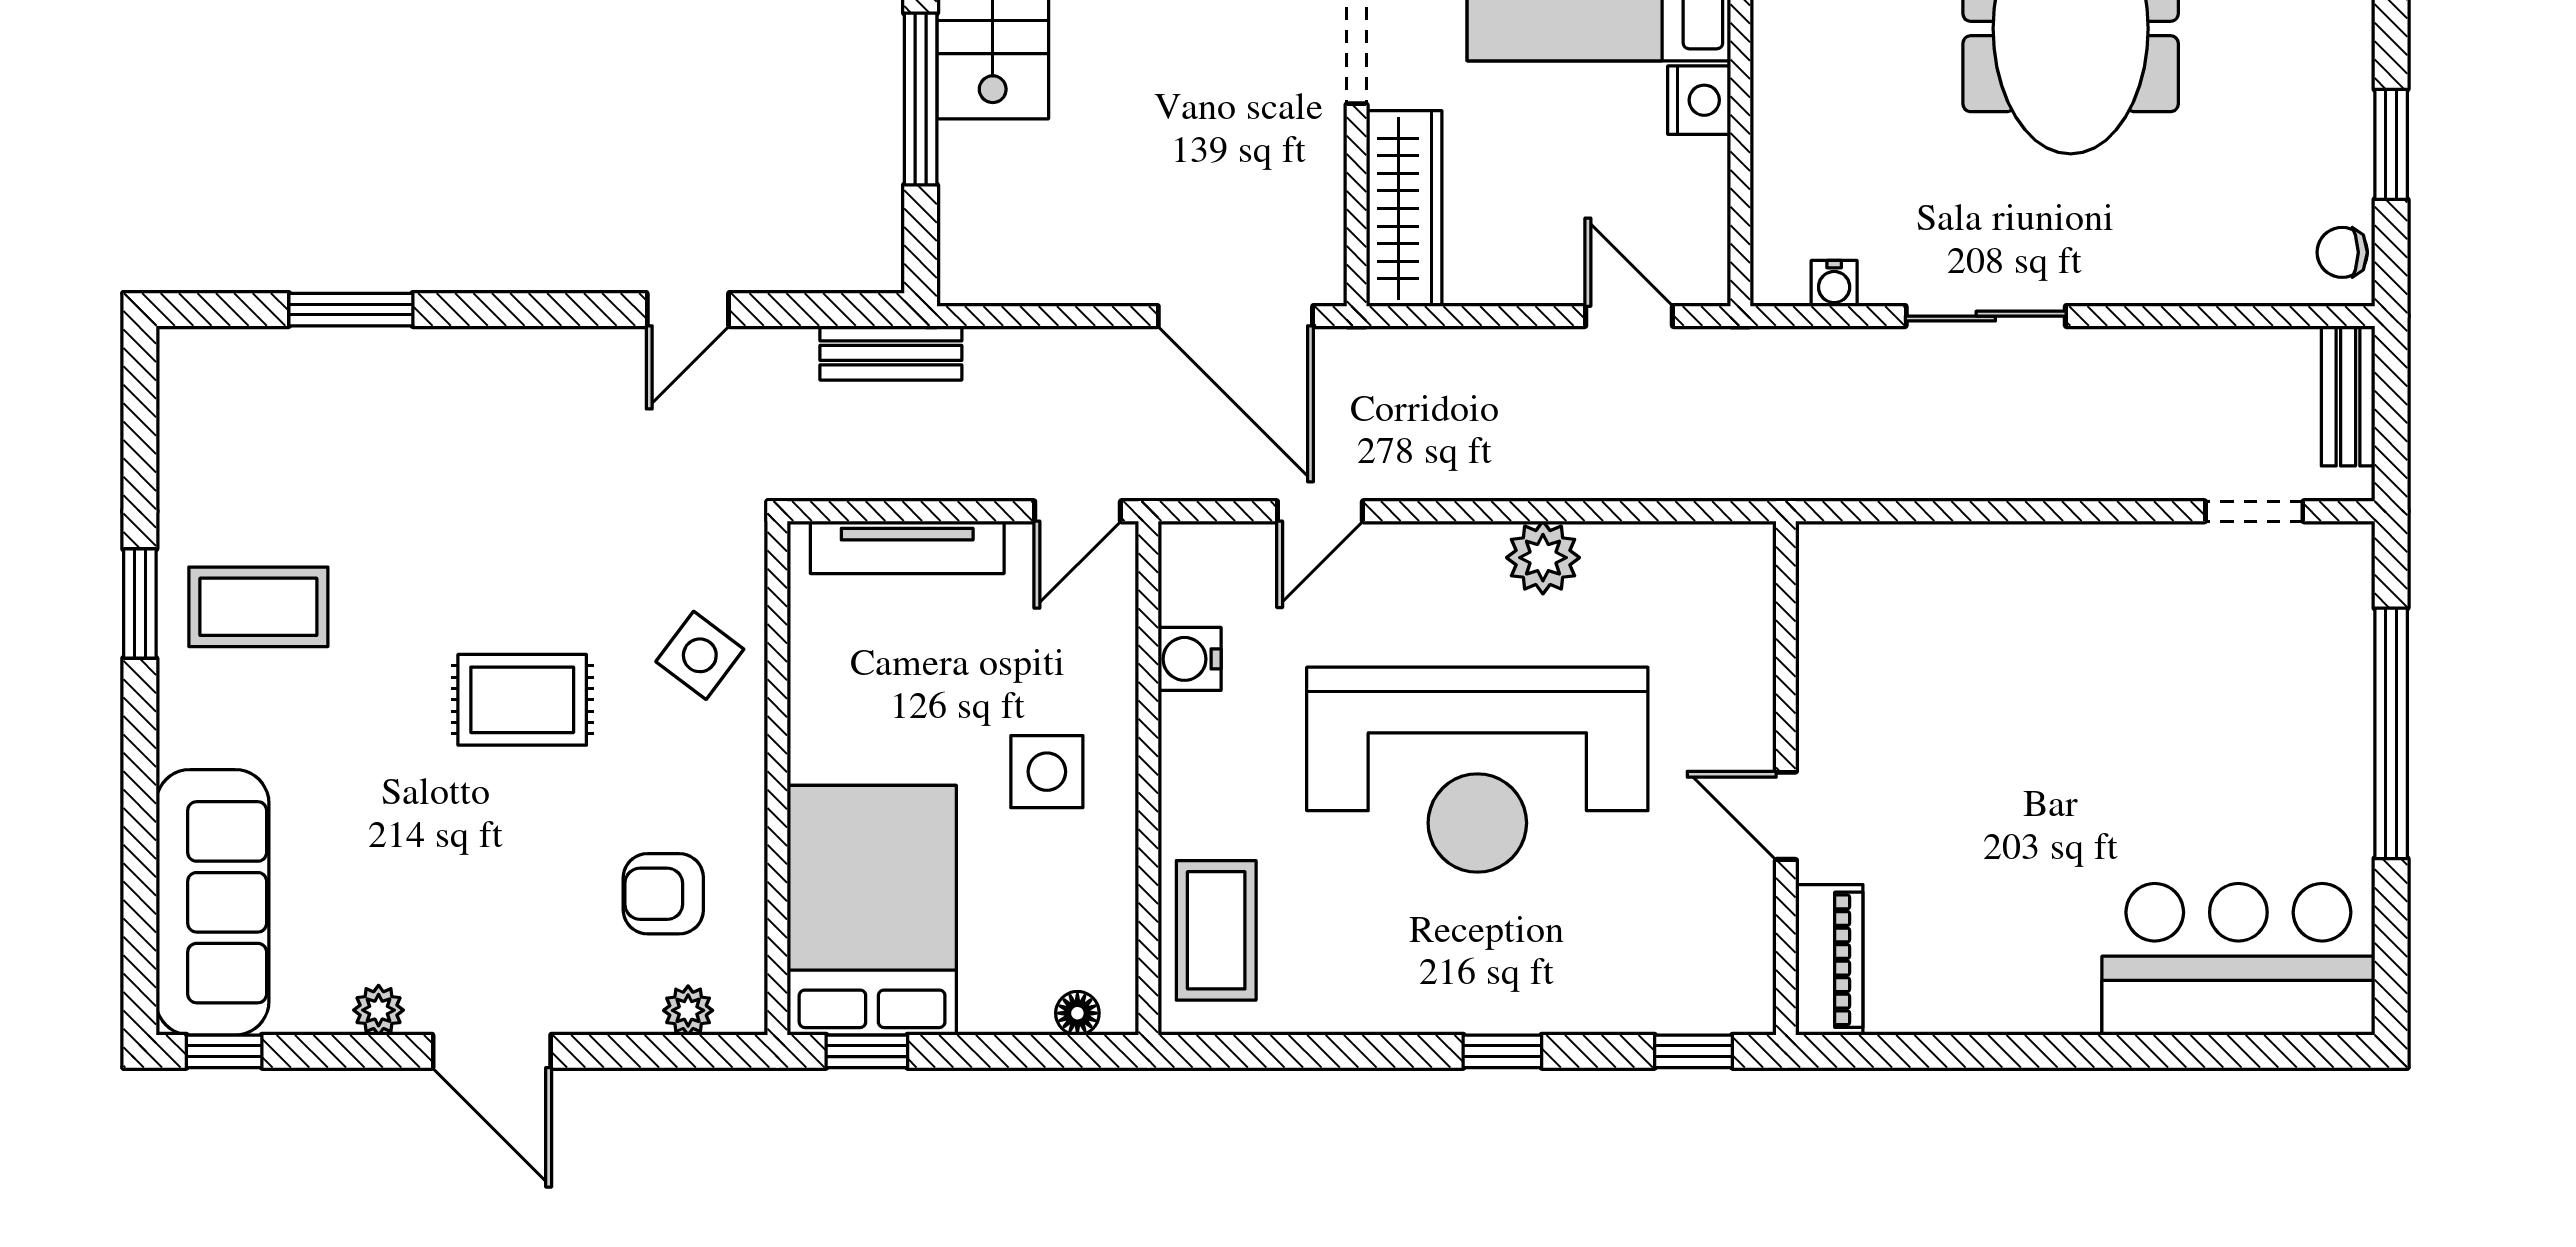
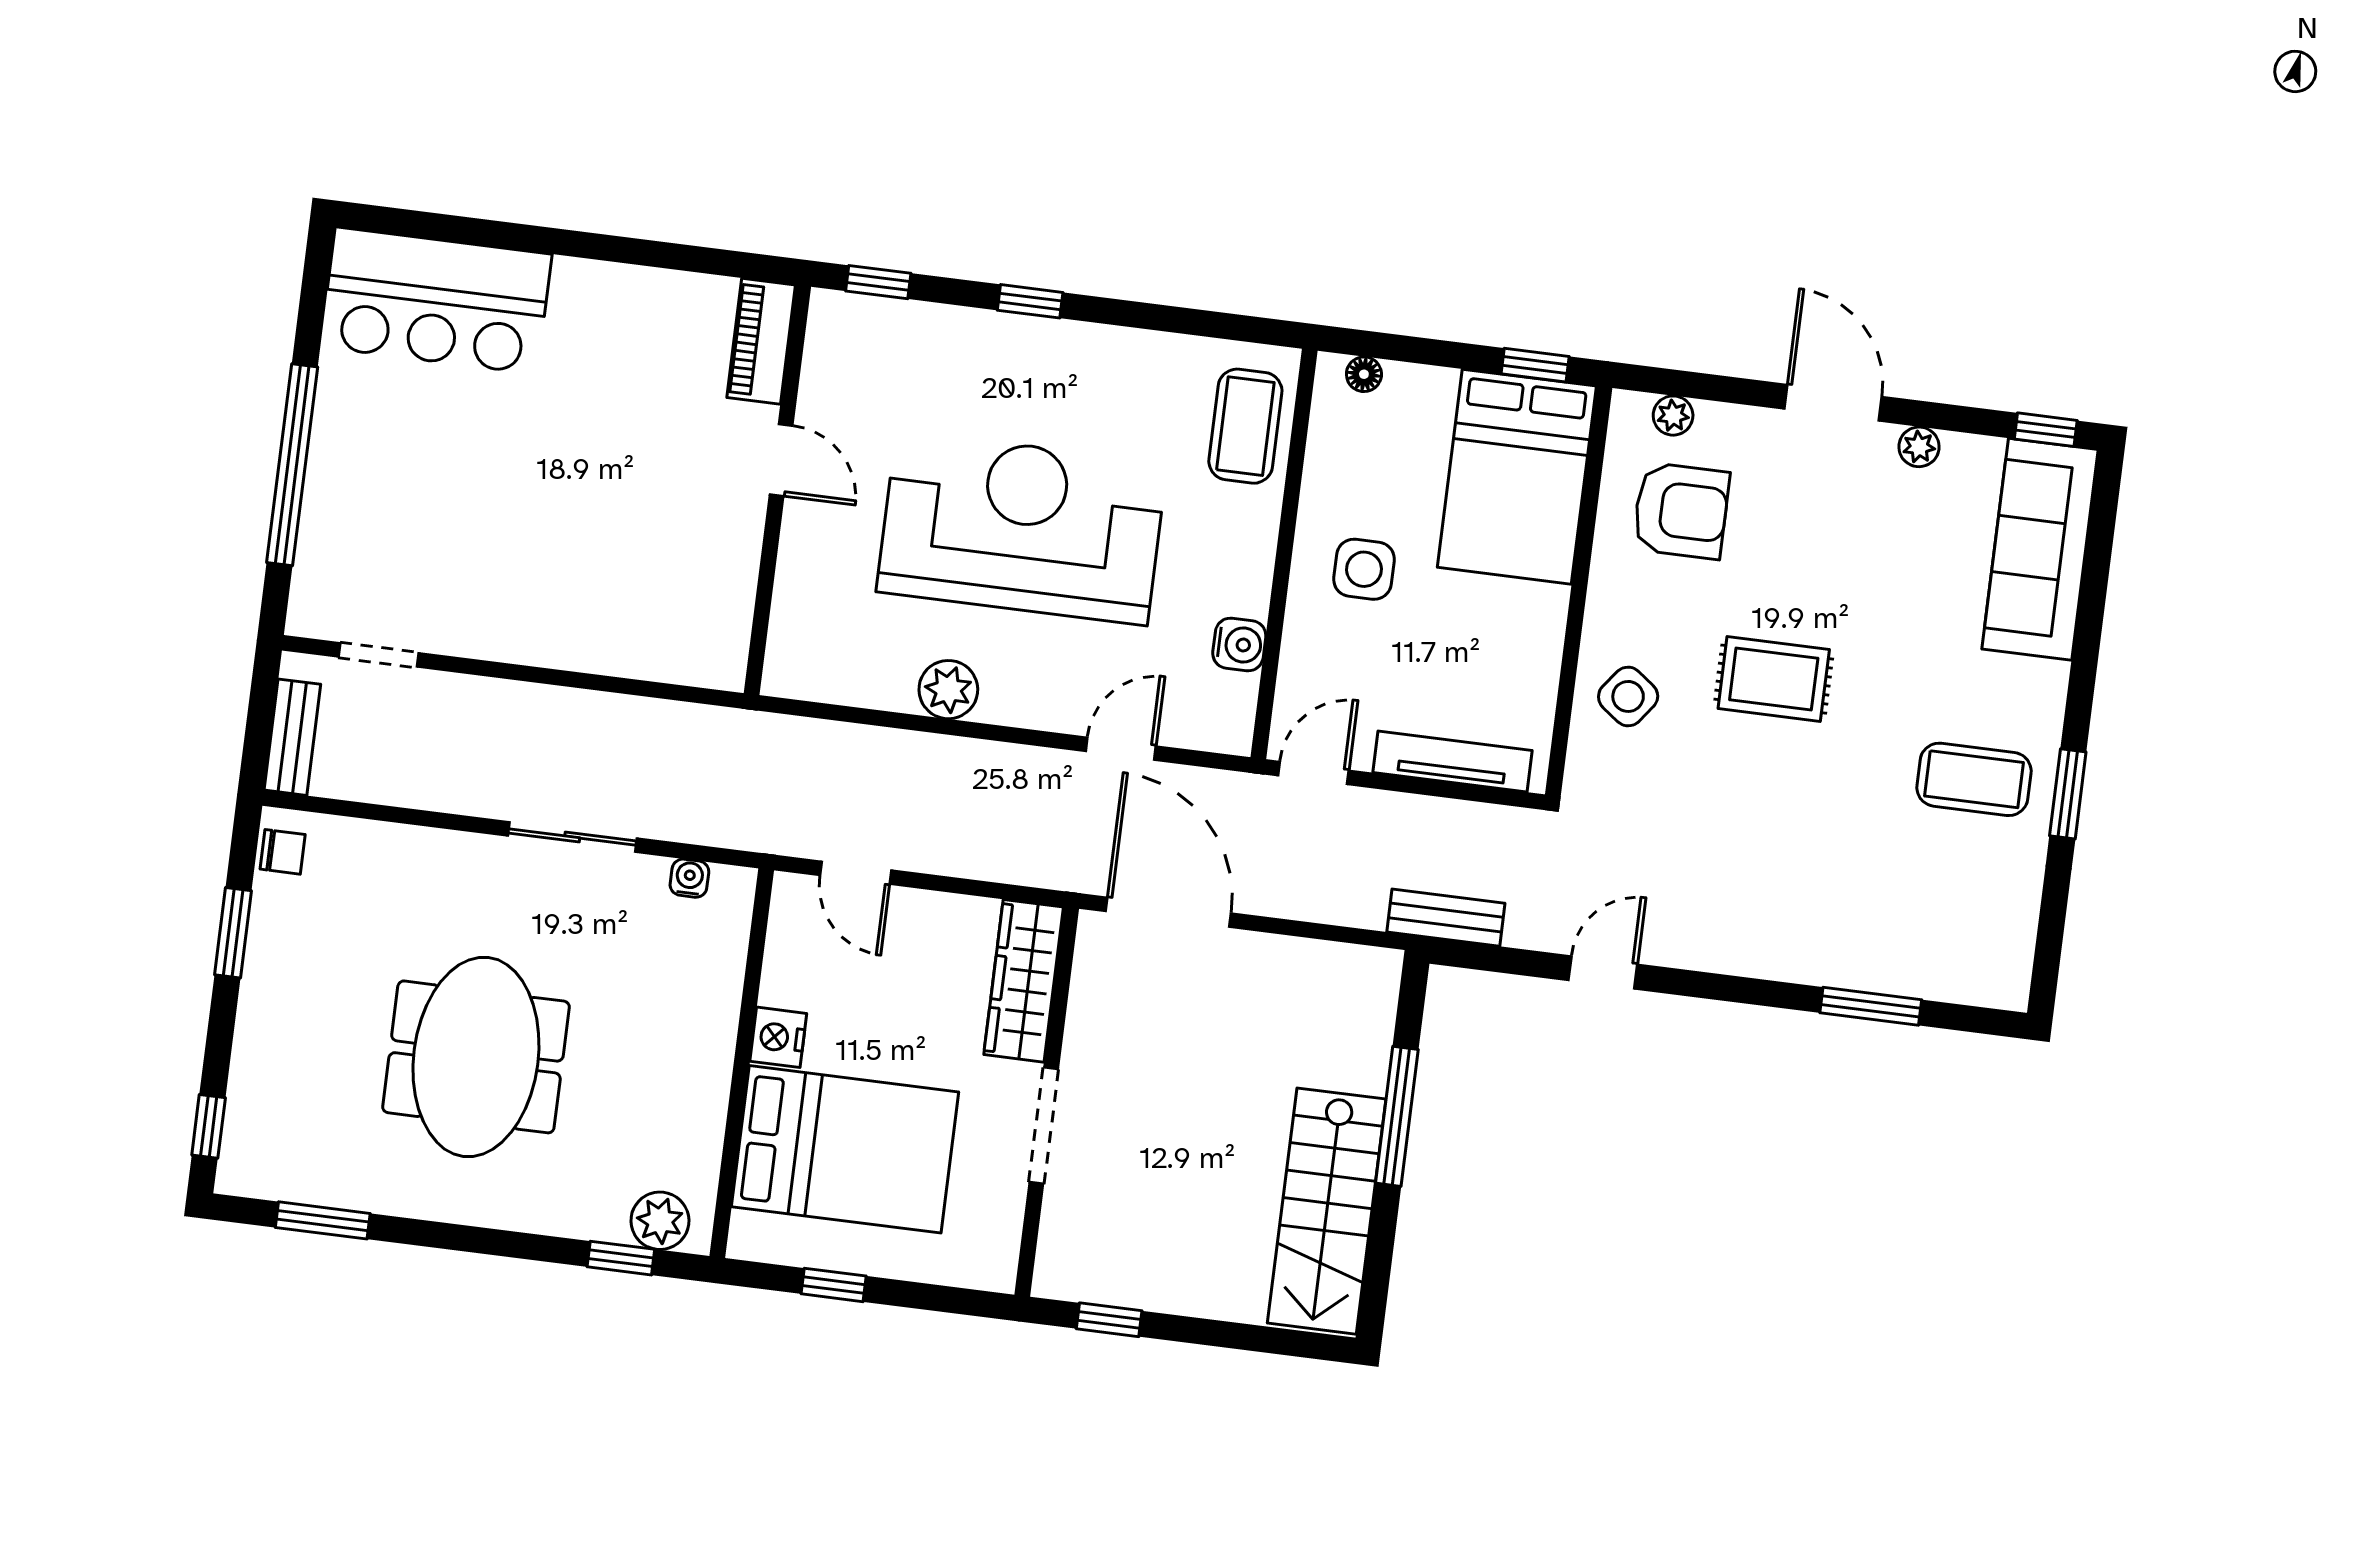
armchair: (663, 894) -> (1681, 511), width x1.38, depth x1.38

